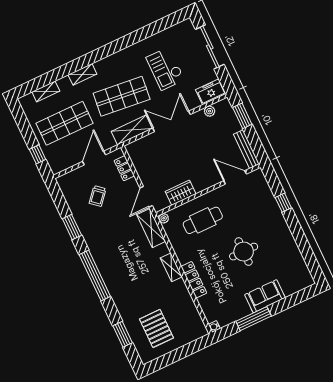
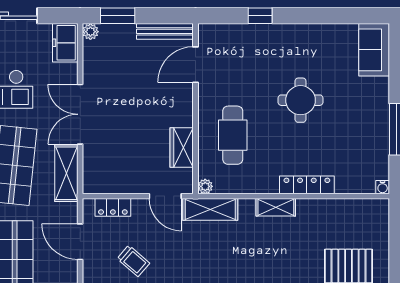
plant: (210, 111) -> (90, 32), moved
sofa: (265, 296) -> (374, 50), moved

